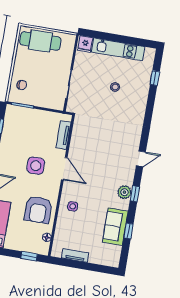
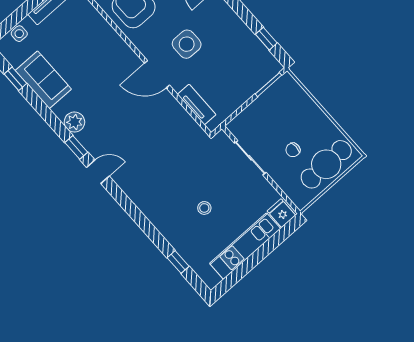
chair: (22, 85) -> (293, 150), moved
door: (141, 159) -> (98, 172), swing flipped
window: (135, 194) -> (76, 147), moved
side table: (73, 206) -> (19, 34), moved
window: (128, 231) -> (15, 79), moved

